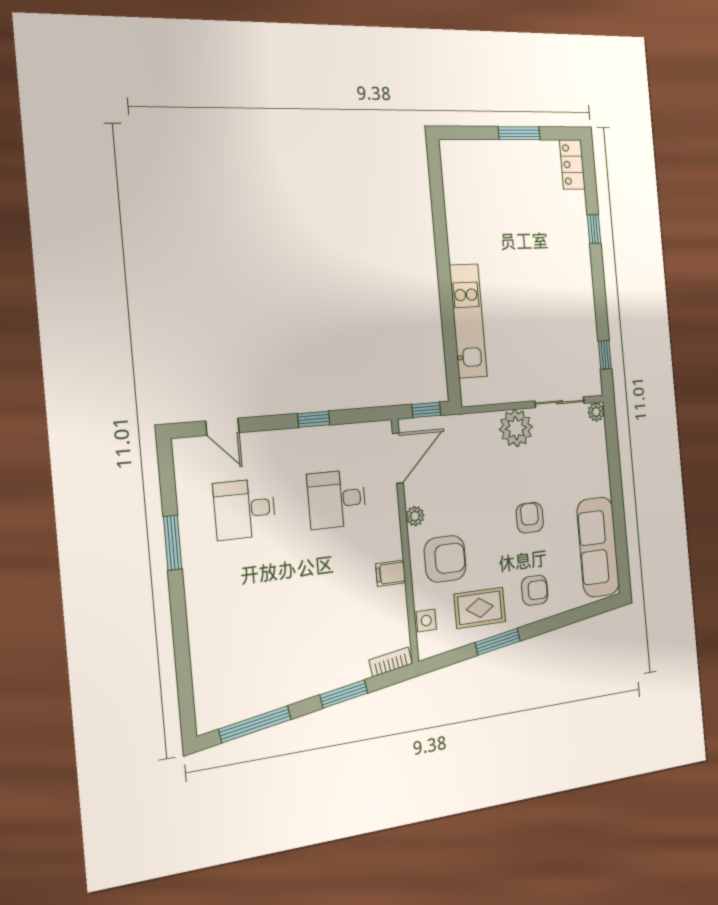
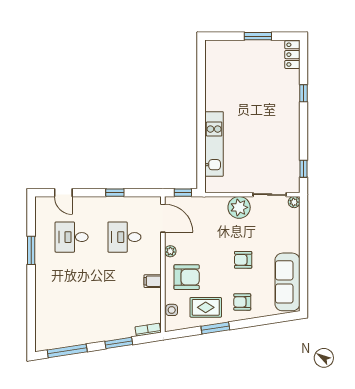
door: (398, 458) -> (163, 218), hinge flipped
armchair: (530, 518) -> (243, 260), turned -90
armchair: (535, 590) -> (242, 302), turned 180

